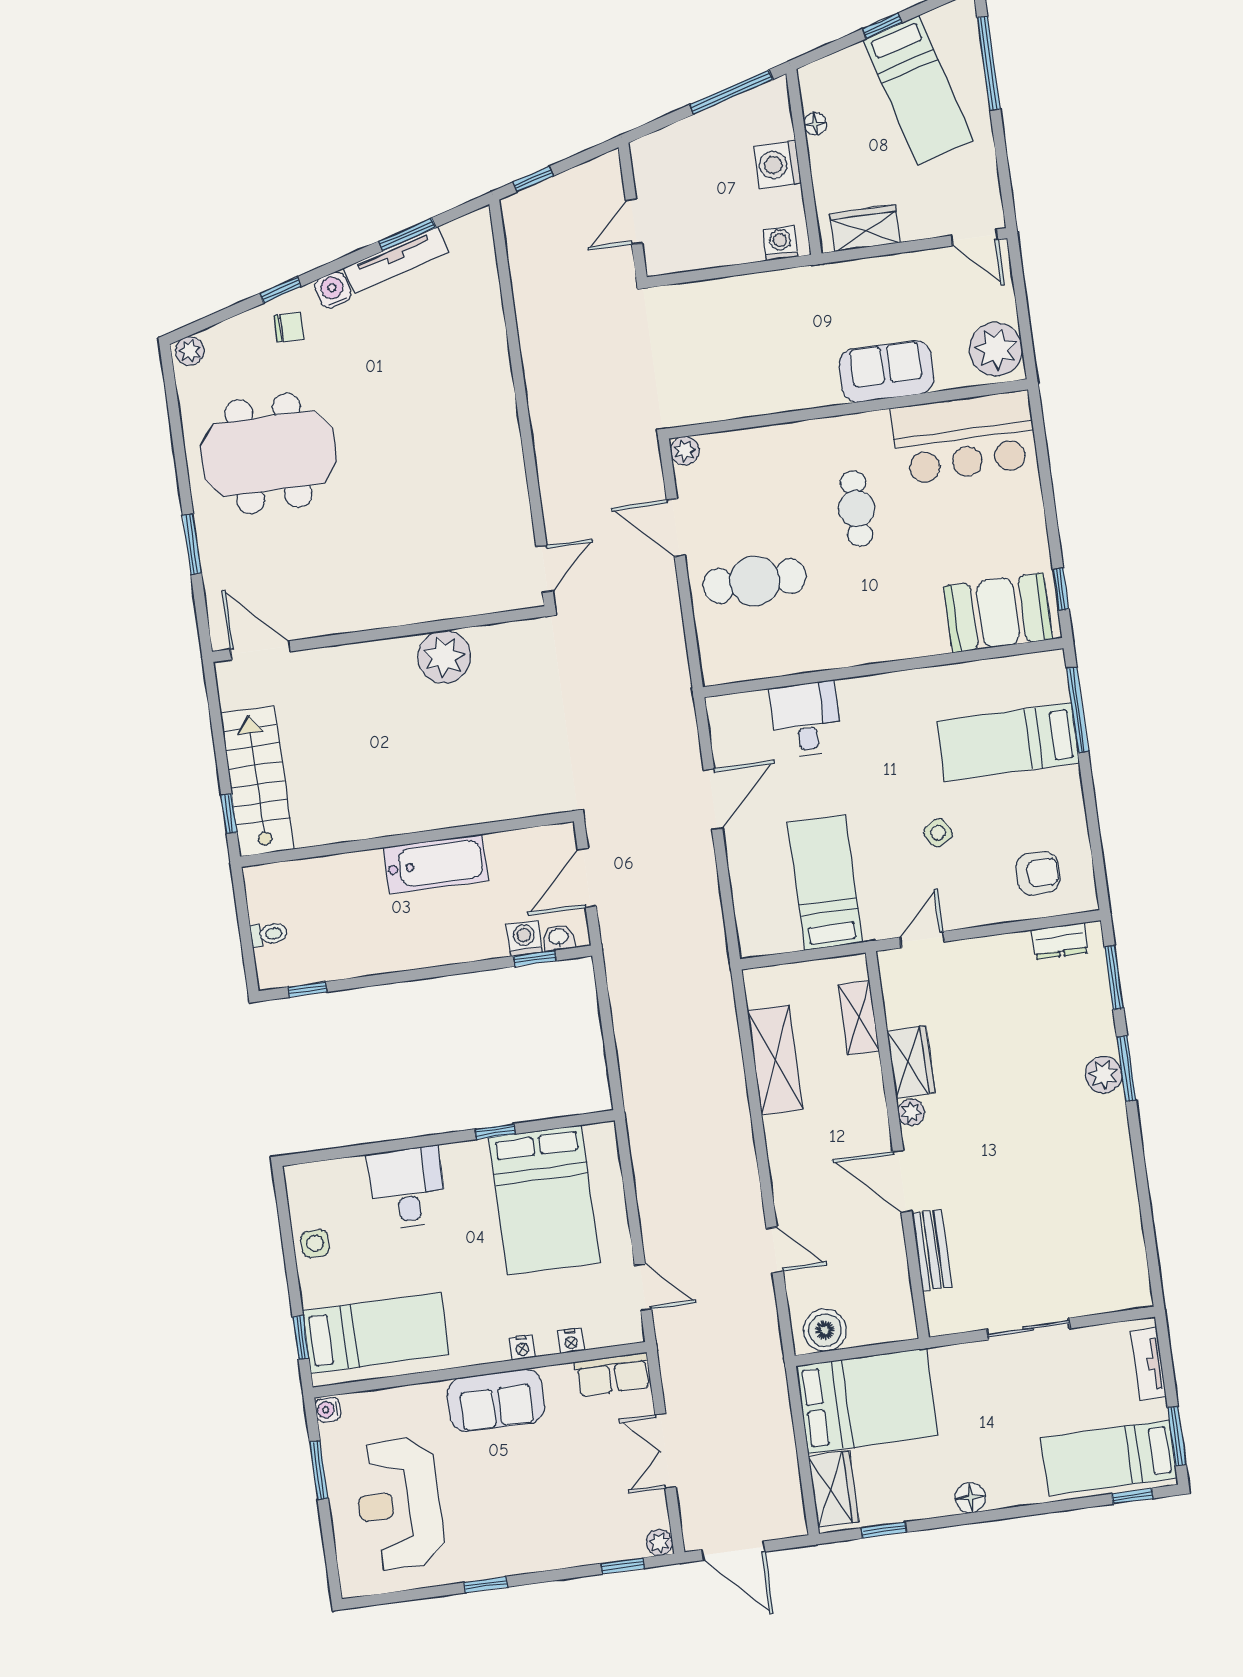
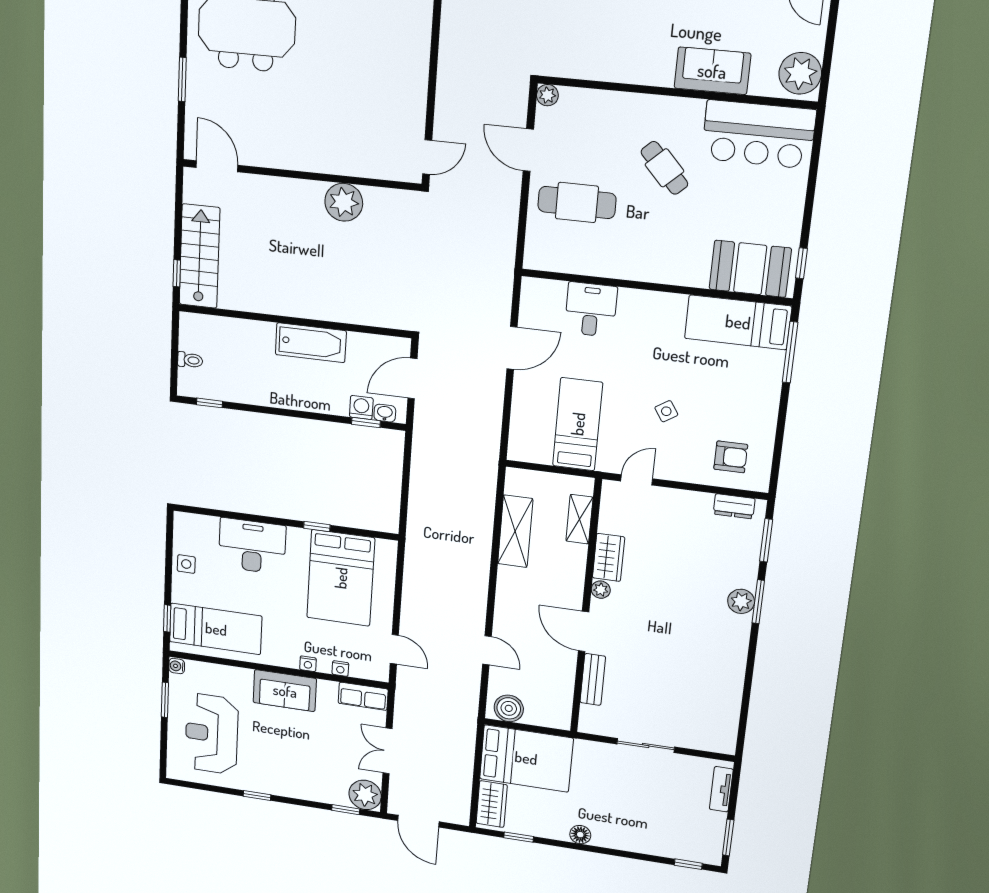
cafe table: (857, 509) -> (664, 168), turned -43
bed: (1008, 742) -> (738, 322), moved
desk: (407, 1188) -> (252, 546), width x1.37
bed: (1109, 1458) -> (679, 837), removed
plant: (660, 1542) -> (365, 795), width x1.88, depth x1.88

